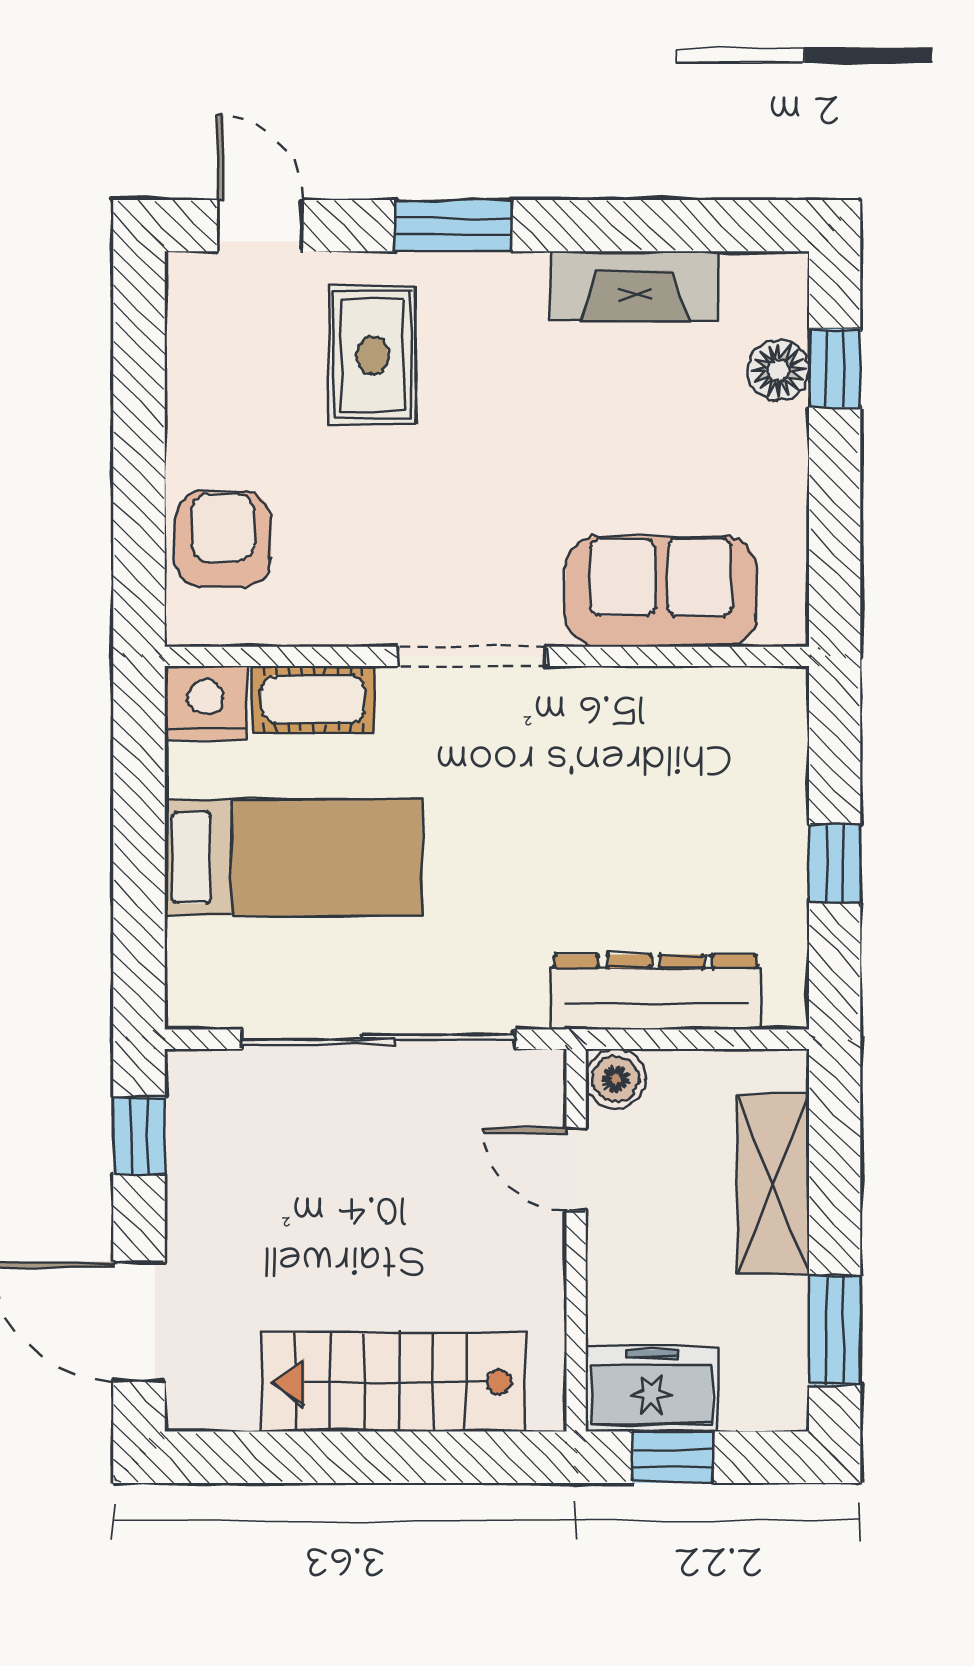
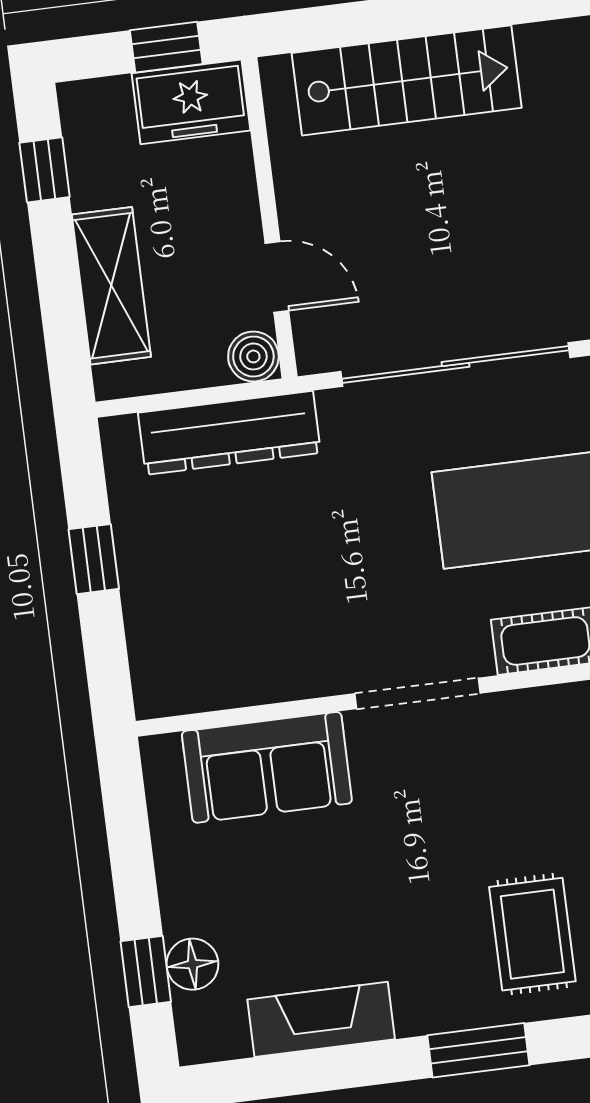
window: (835, 1330) -> (45, 170), width x0.67

